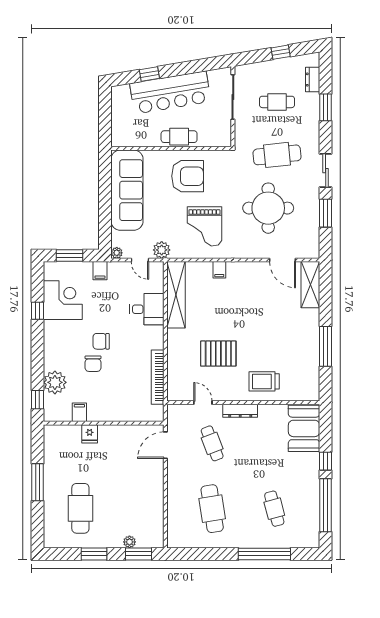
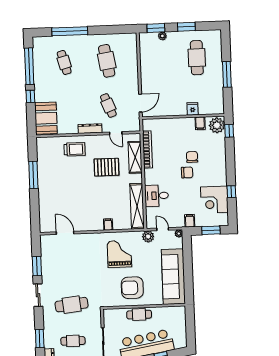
round table: (268, 208) -> (76, 268), removed
shelving: (310, 285) -> (135, 157), moved
plant: (55, 382) -> (217, 125), moved

